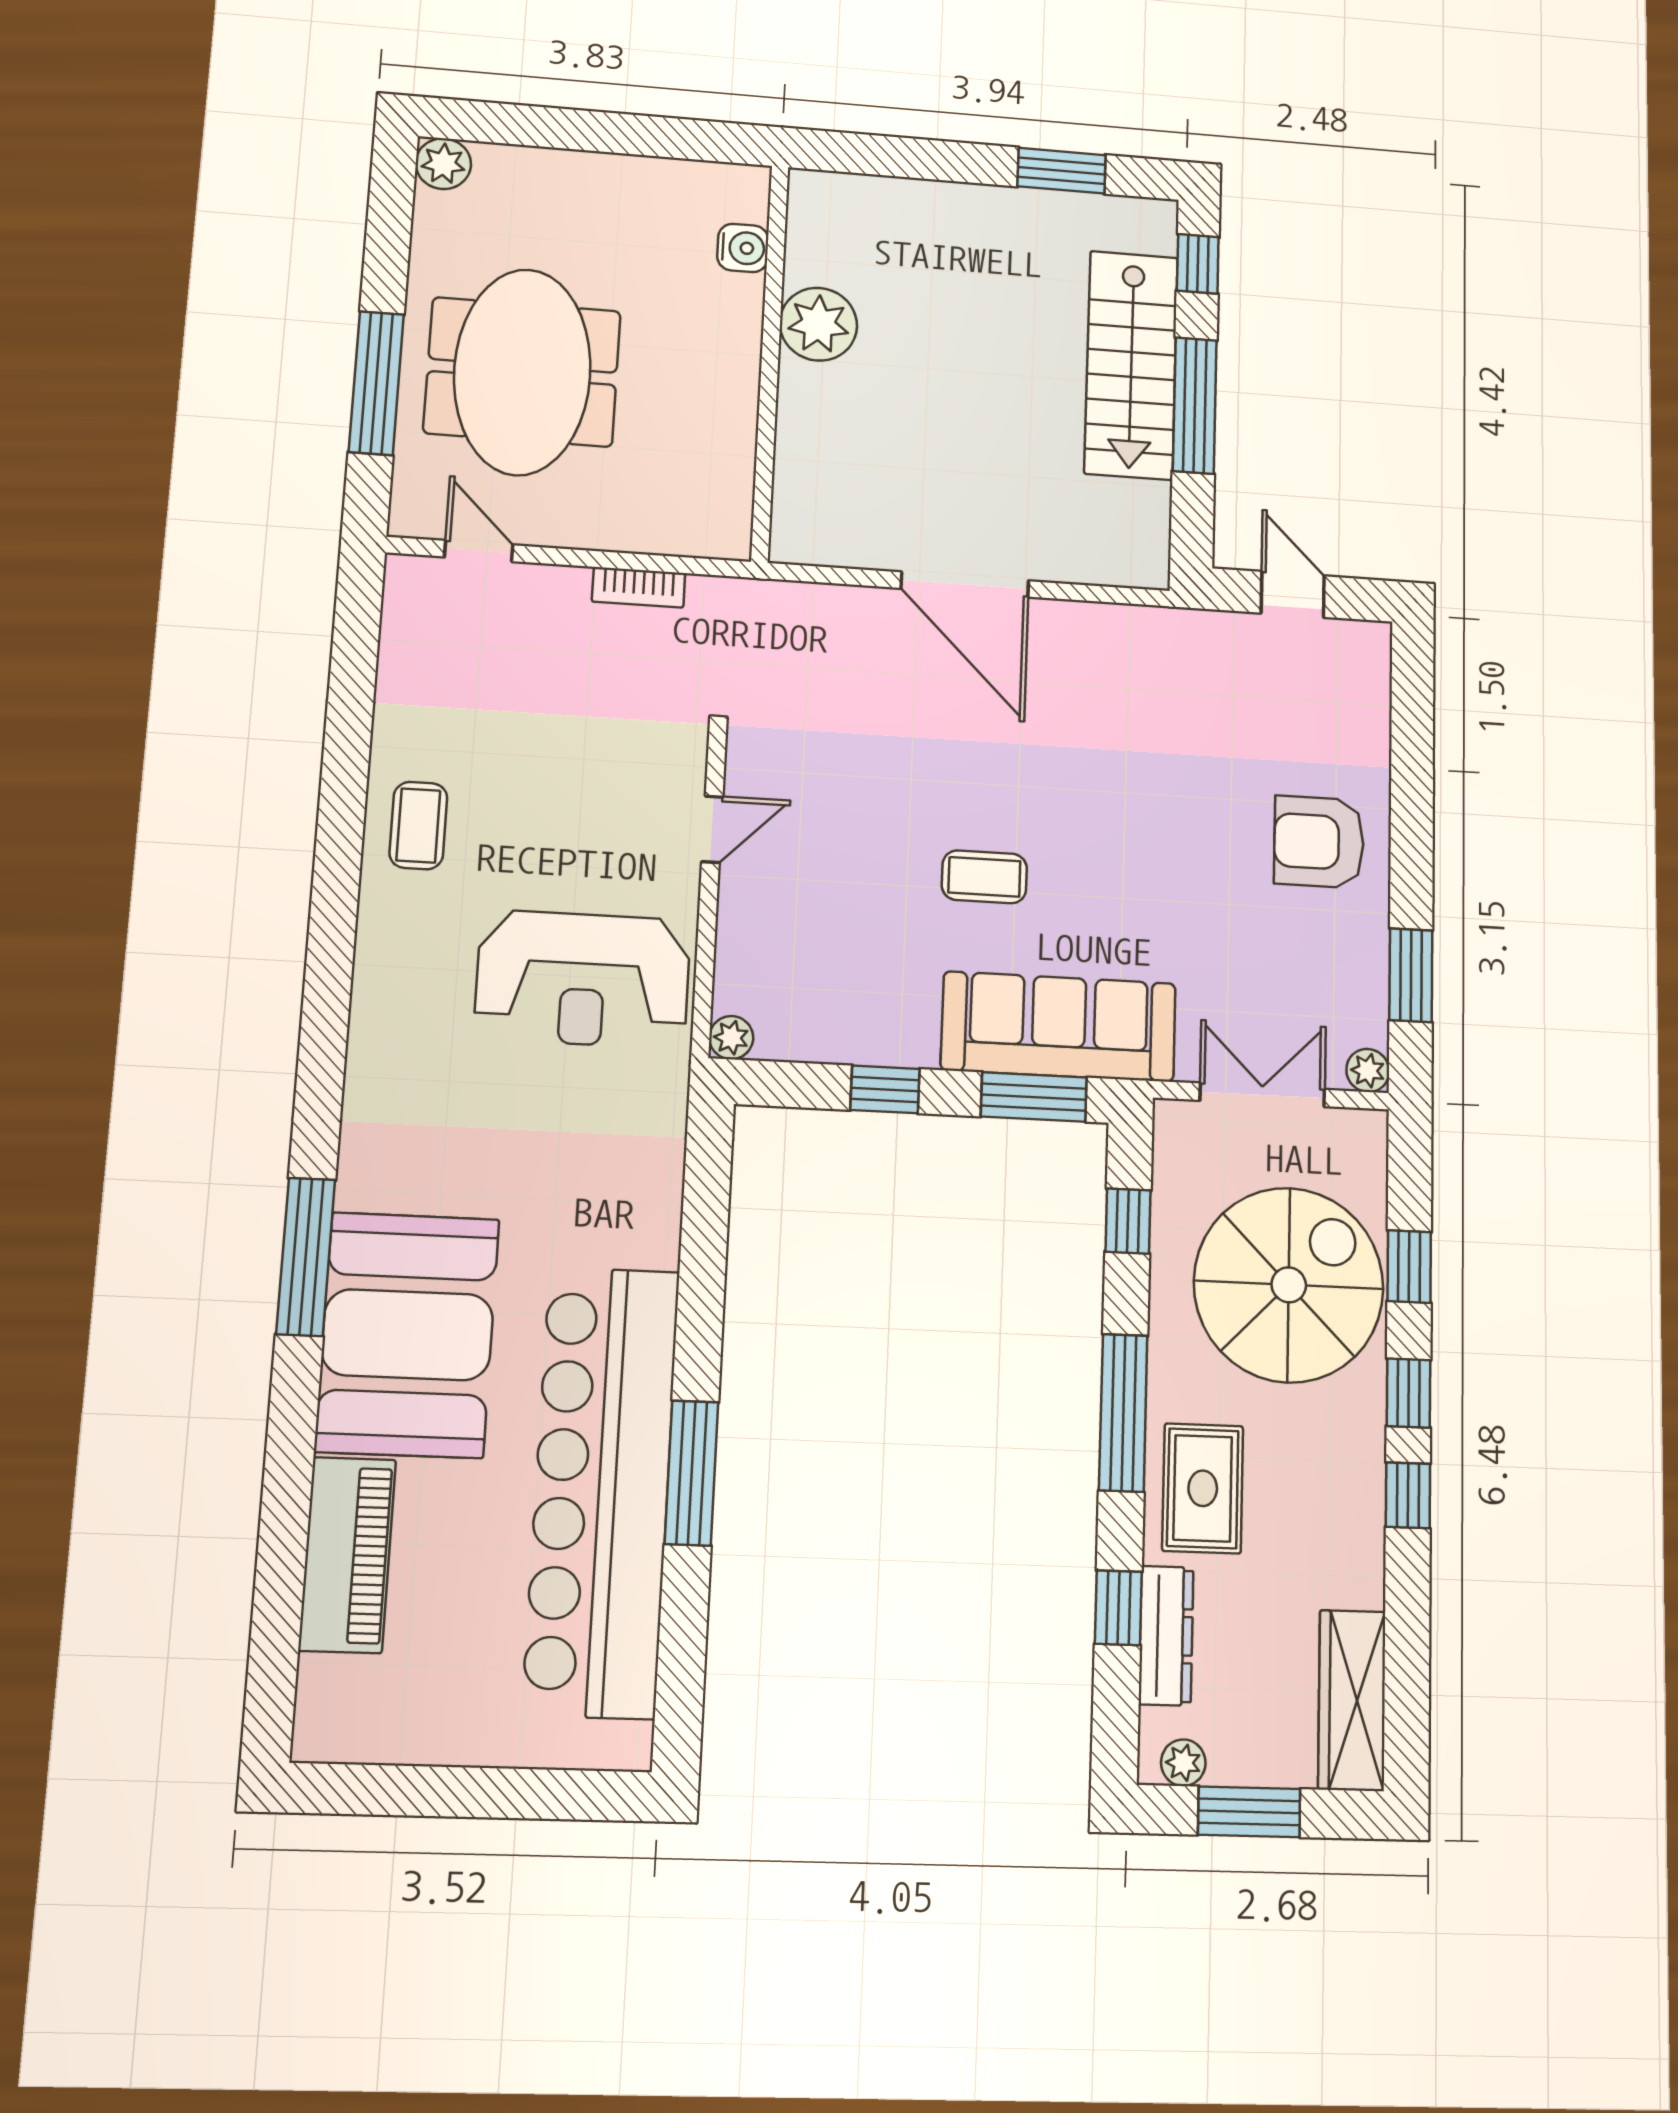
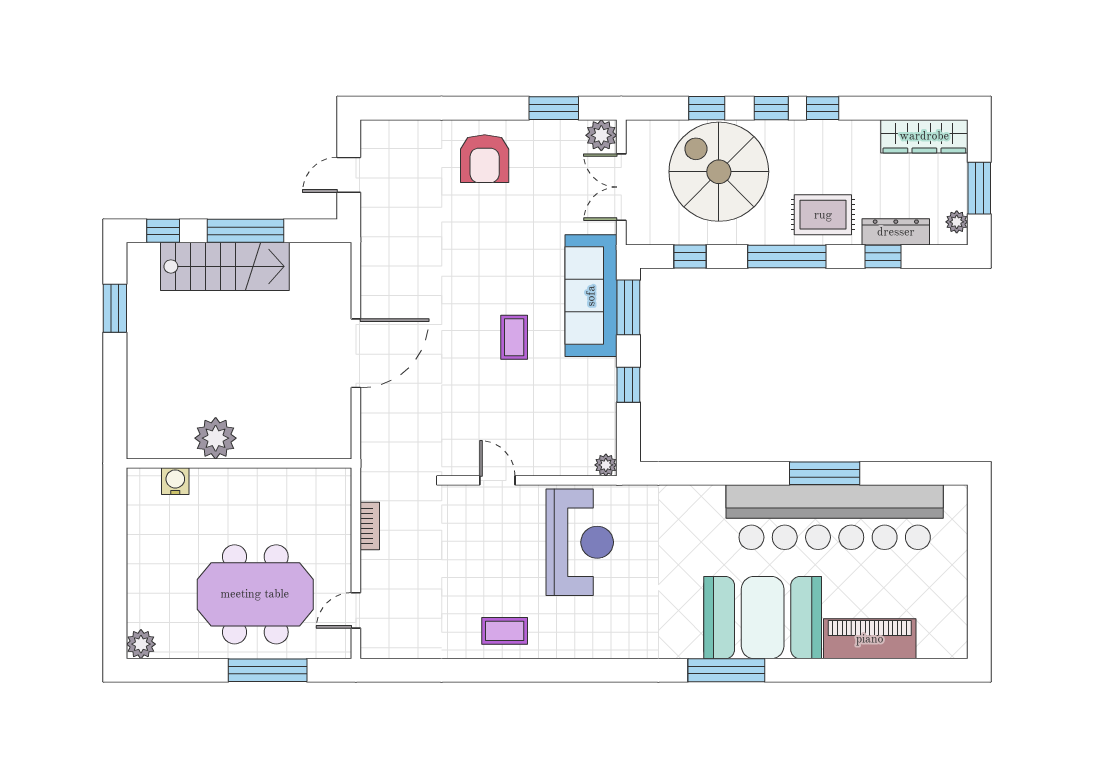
plant: (1368, 1070) -> (601, 135), width x1.38, depth x1.38

